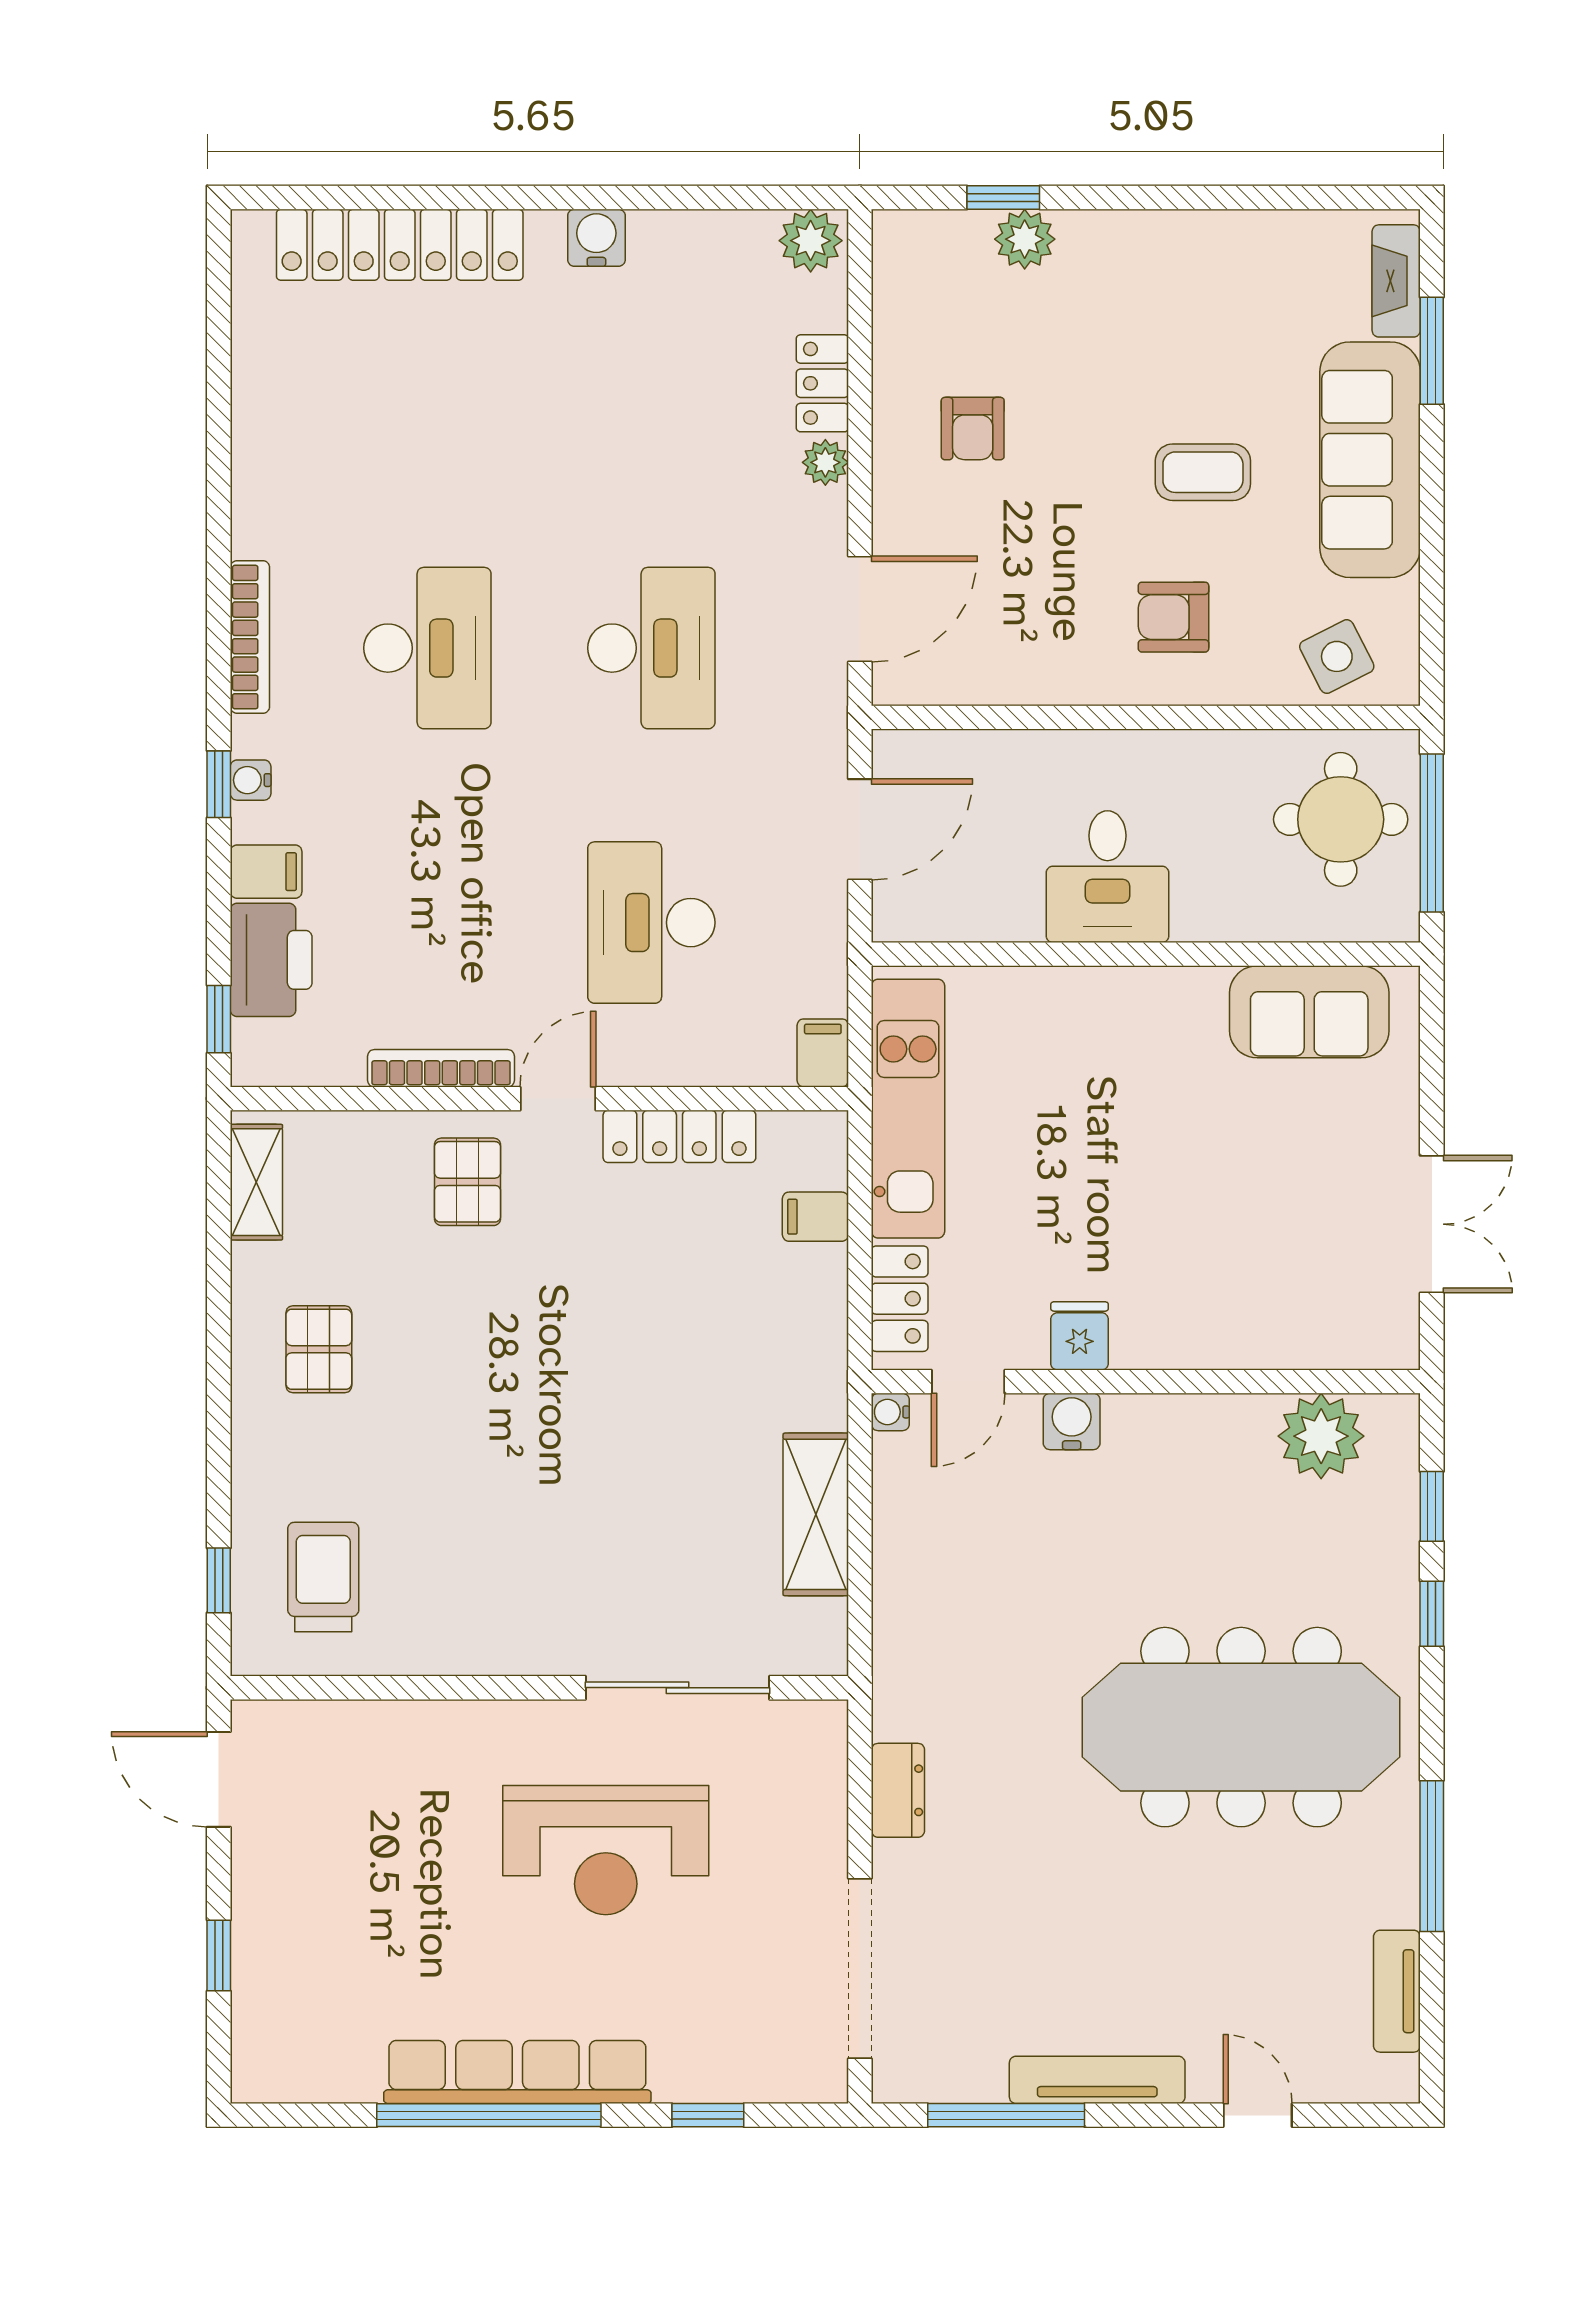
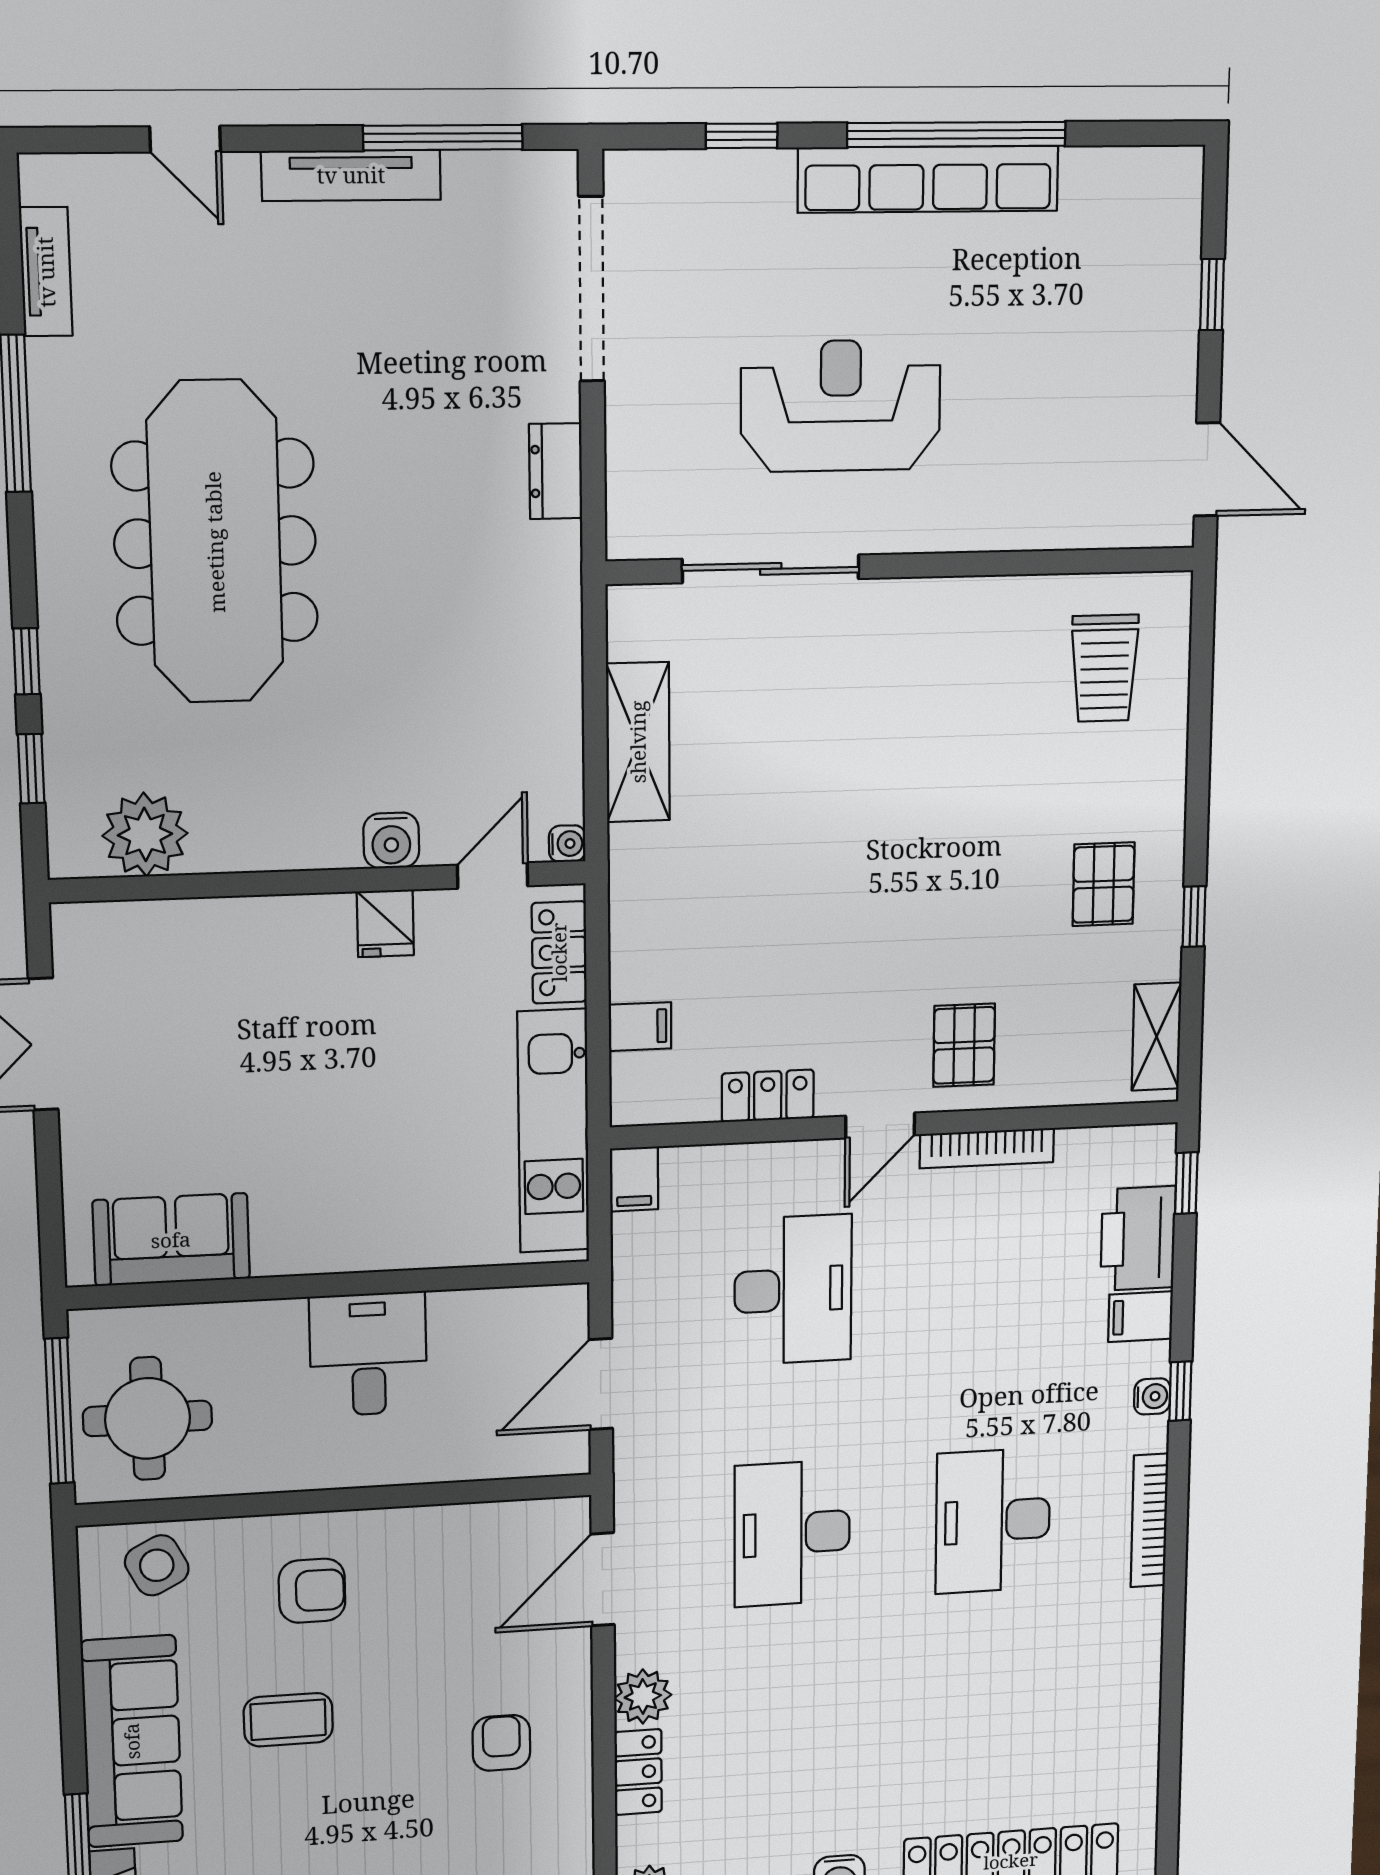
plant: (825, 462) -> (643, 1696), width x1.38, depth x1.38
locker: (679, 1136) -> (768, 1096), width x0.66
window: (219, 1580) -> (1194, 916), moved
meeting table: (1241, 1727) -> (215, 542), turned 90

